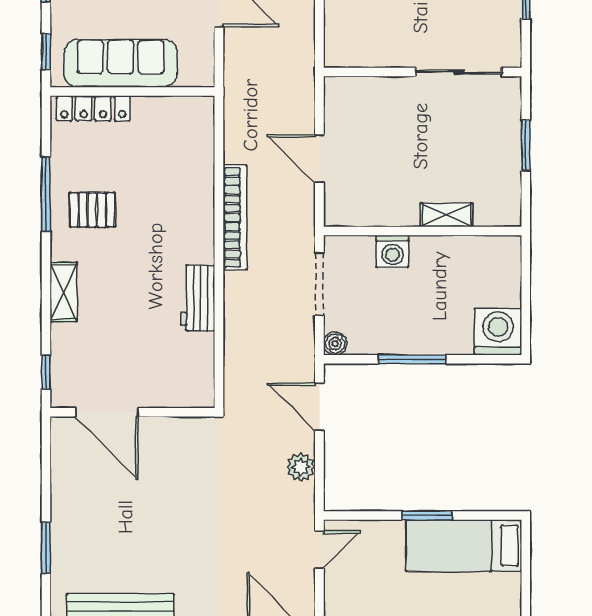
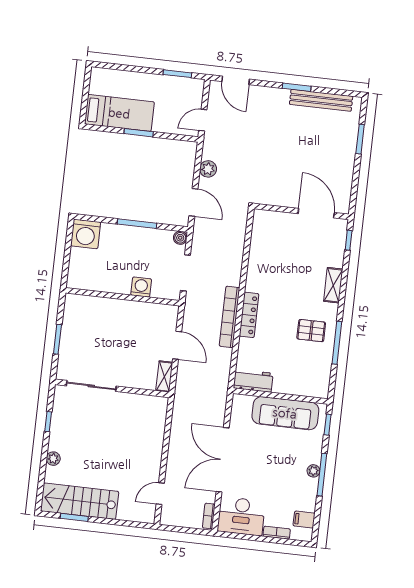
locker: (93, 108) -> (249, 315), moved, turned 90
shelving: (447, 215) -> (164, 377), moved, turned 90
workbench: (198, 298) -> (253, 381), moved, turned -90

